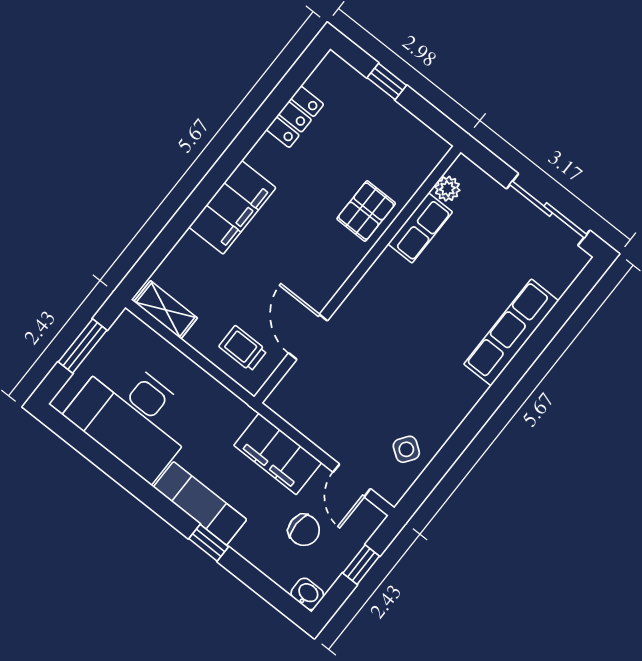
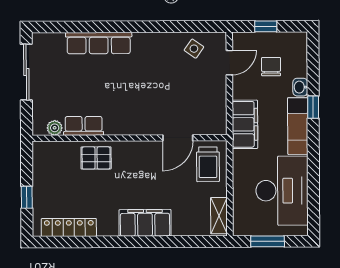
locker: (295, 117) -> (69, 227), width x1.53
trolley: (243, 348) -> (208, 164), width x1.36, depth x1.39
filing cabinet: (278, 454) -> (245, 124), moved
washbasin: (307, 594) -> (300, 87), moved

